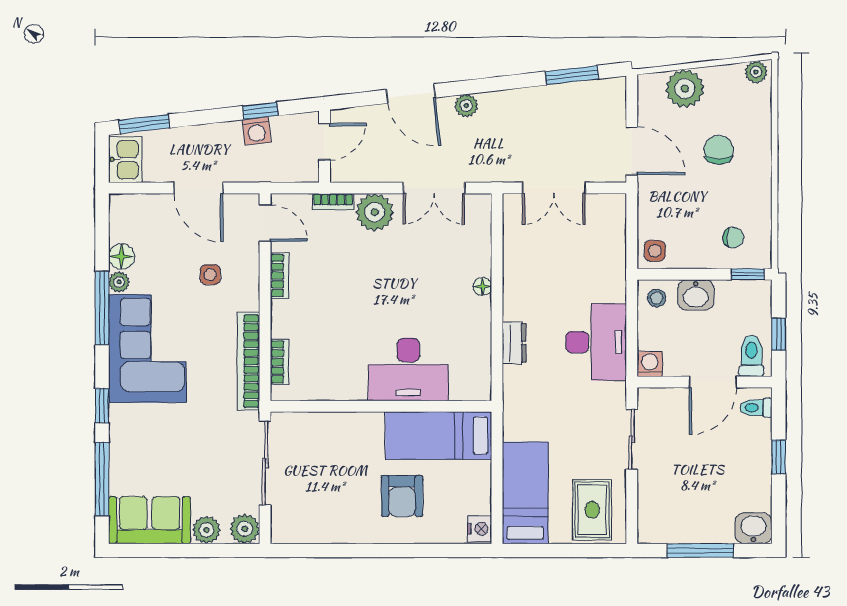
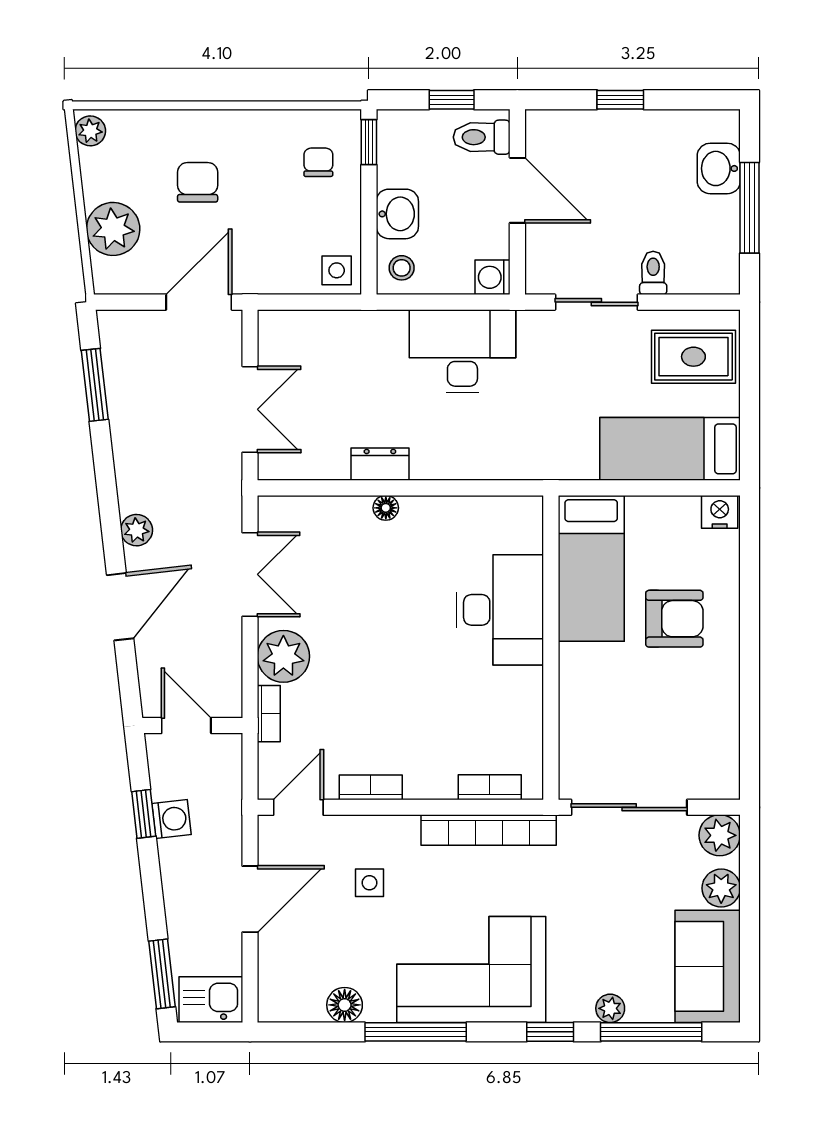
chair: (719, 150) -> (198, 182), turned 90
plant: (119, 282) -> (610, 1008), moved
dresser: (514, 343) -> (380, 464), moved
toilet: (756, 408) -> (653, 273), moved, turned 180
washbasin: (753, 528) -> (719, 168), moved

